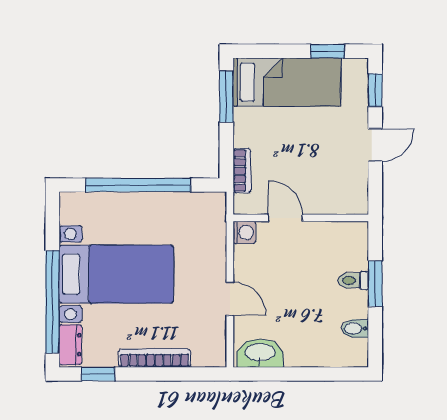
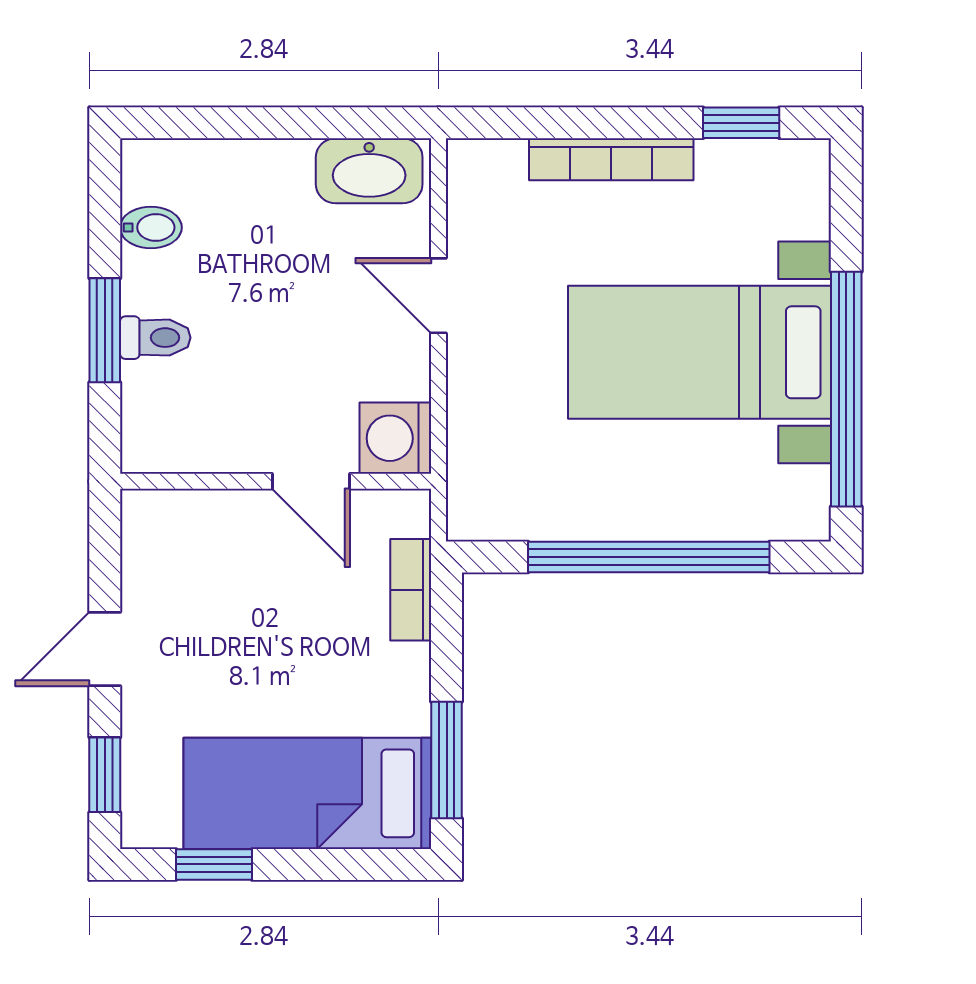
washing machine: (244, 232) -> (395, 438), width x1.38, depth x1.38
window: (52, 302) -> (846, 389), moved
dresser: (70, 345) -> (805, 190), removed

